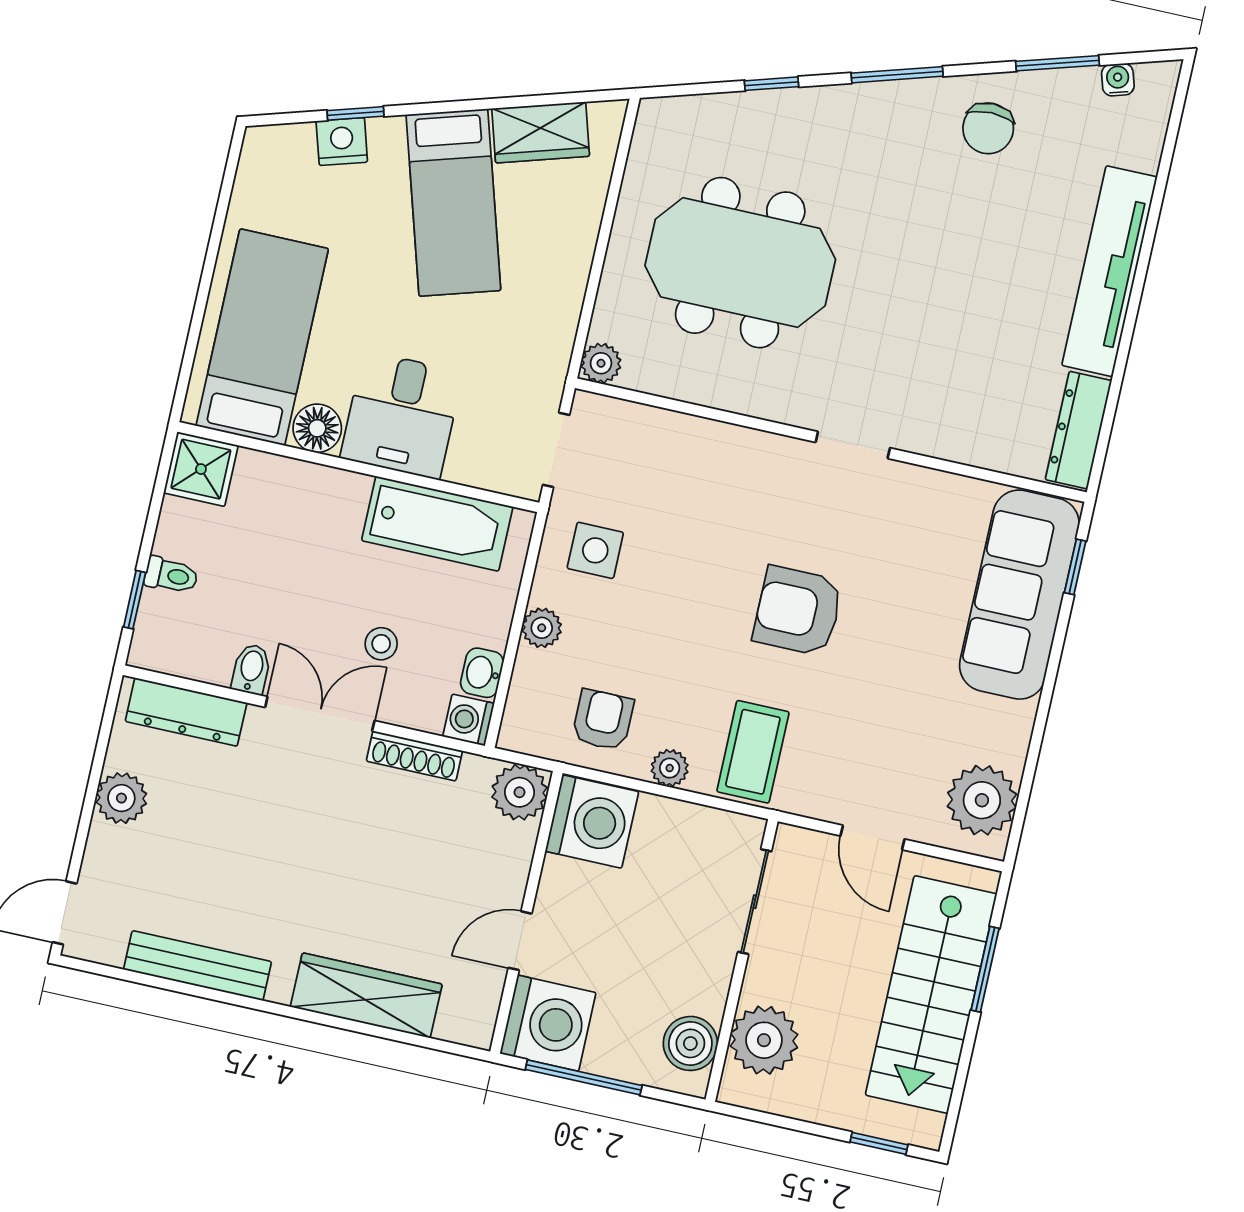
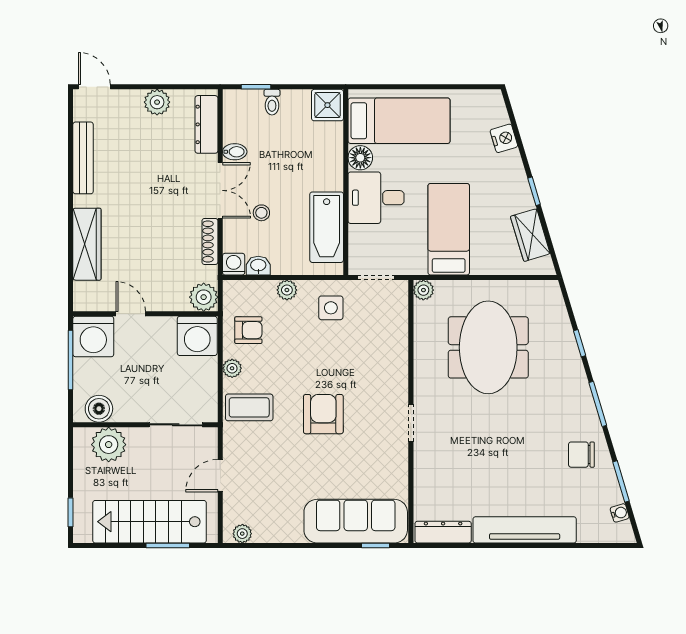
window: (355, 113) -> (534, 191), moved
bed: (453, 203) -> (449, 229), moved, turned 107
plant: (982, 800) -> (242, 534), width x0.53, depth x0.53

